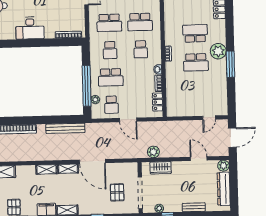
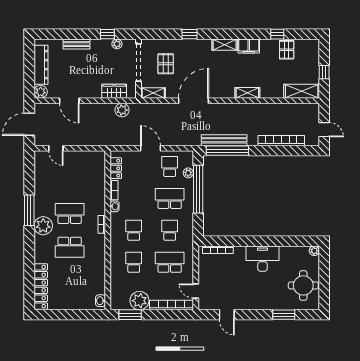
school desk: (140, 22) -> (134, 262), width x0.54
door: (209, 118) -> (56, 148), swing flipped
window: (62, 119) -> (227, 151), added
door: (92, 161) -> (194, 101), hinge flipped
shelving: (68, 169) -> (153, 93), moved

